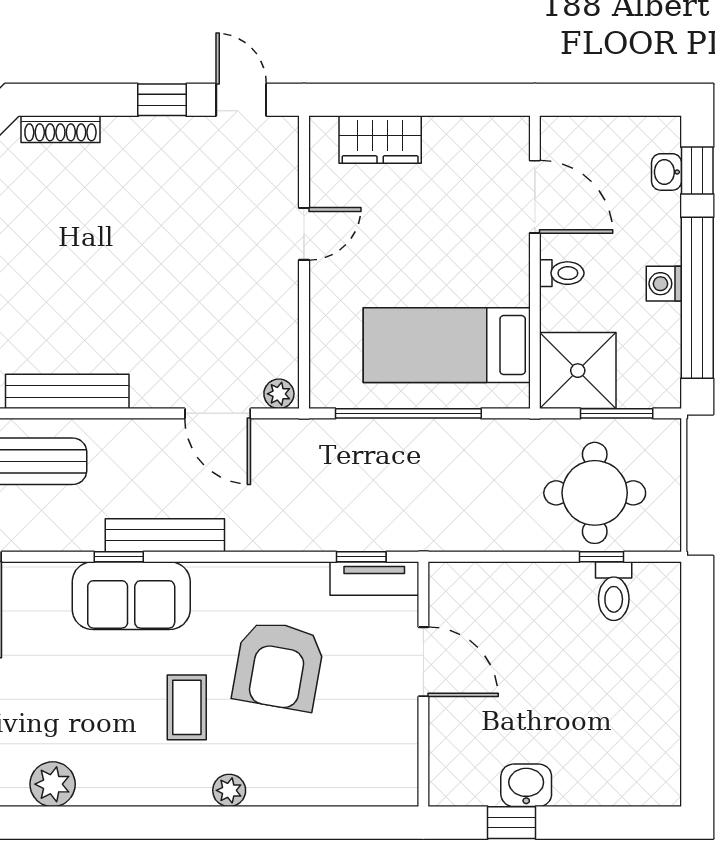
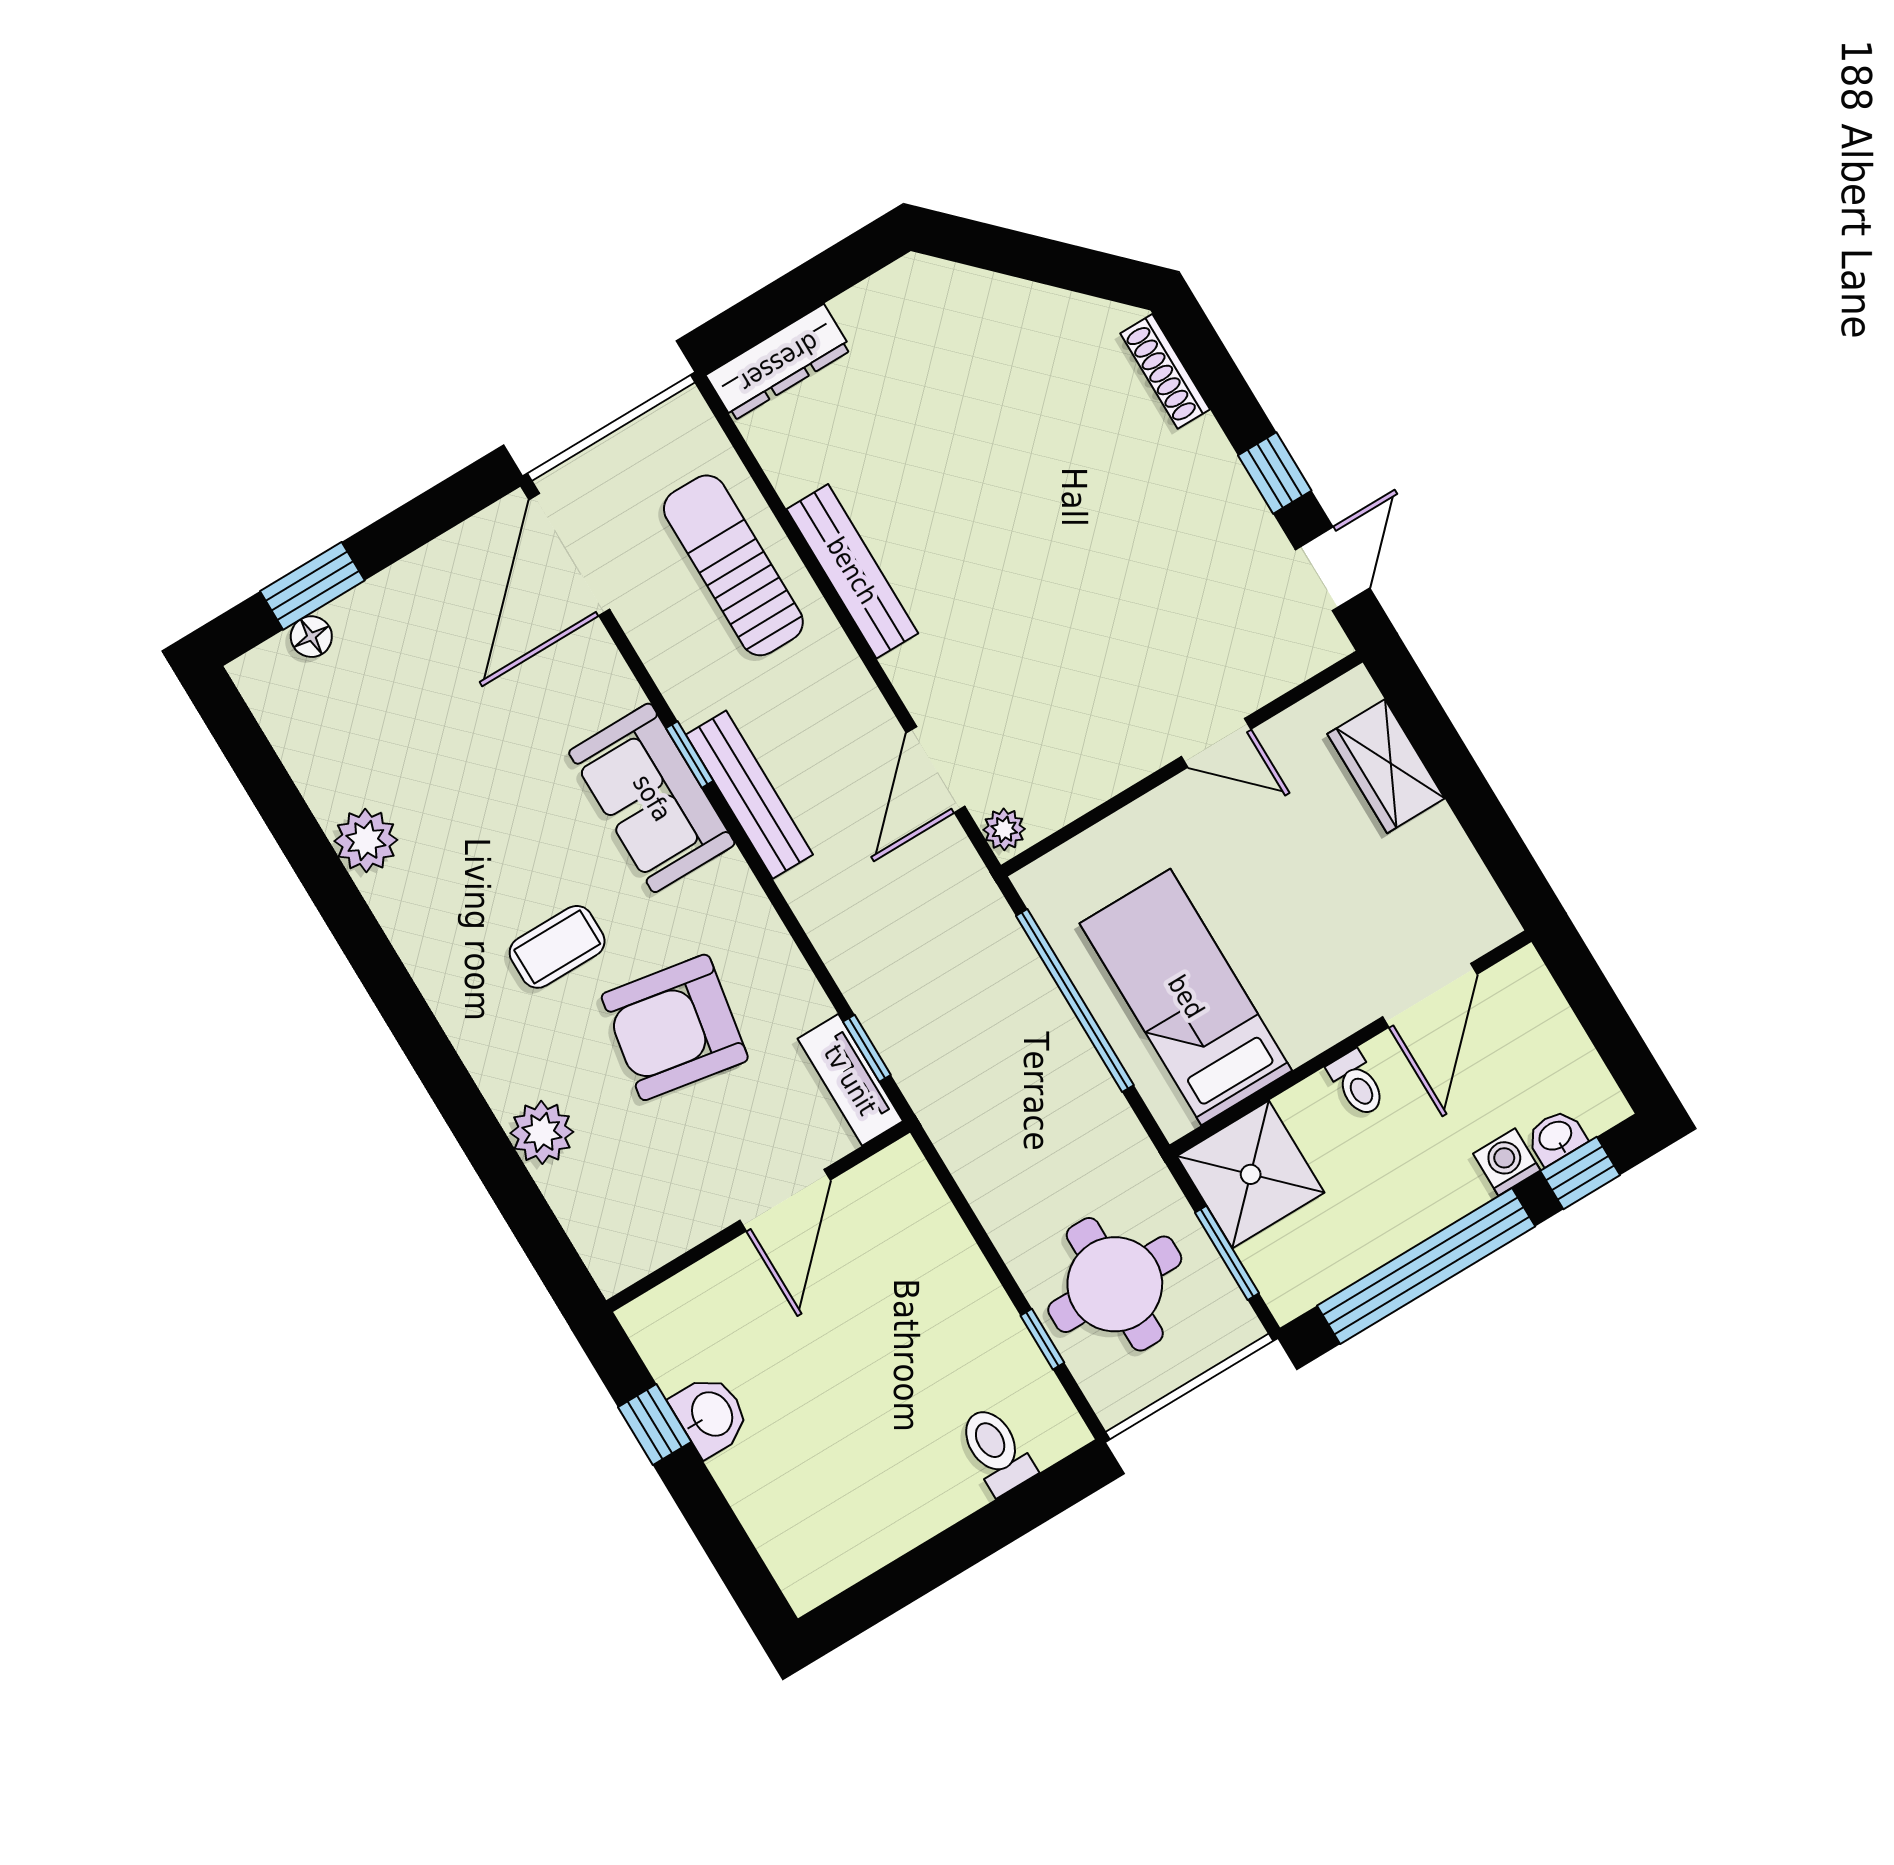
washing machine: (664, 284) -> (1507, 1162), moved
toilet: (614, 591) -> (996, 1450), moved, turned 90
plant: (229, 790) -> (542, 1132), moved, width x1.38, depth x1.38

